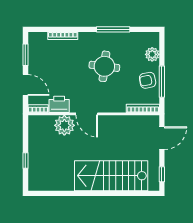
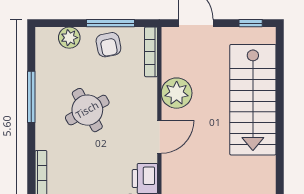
round table: (104, 66) -> (87, 110), turned -36
plant: (64, 125) -> (177, 93), moved

